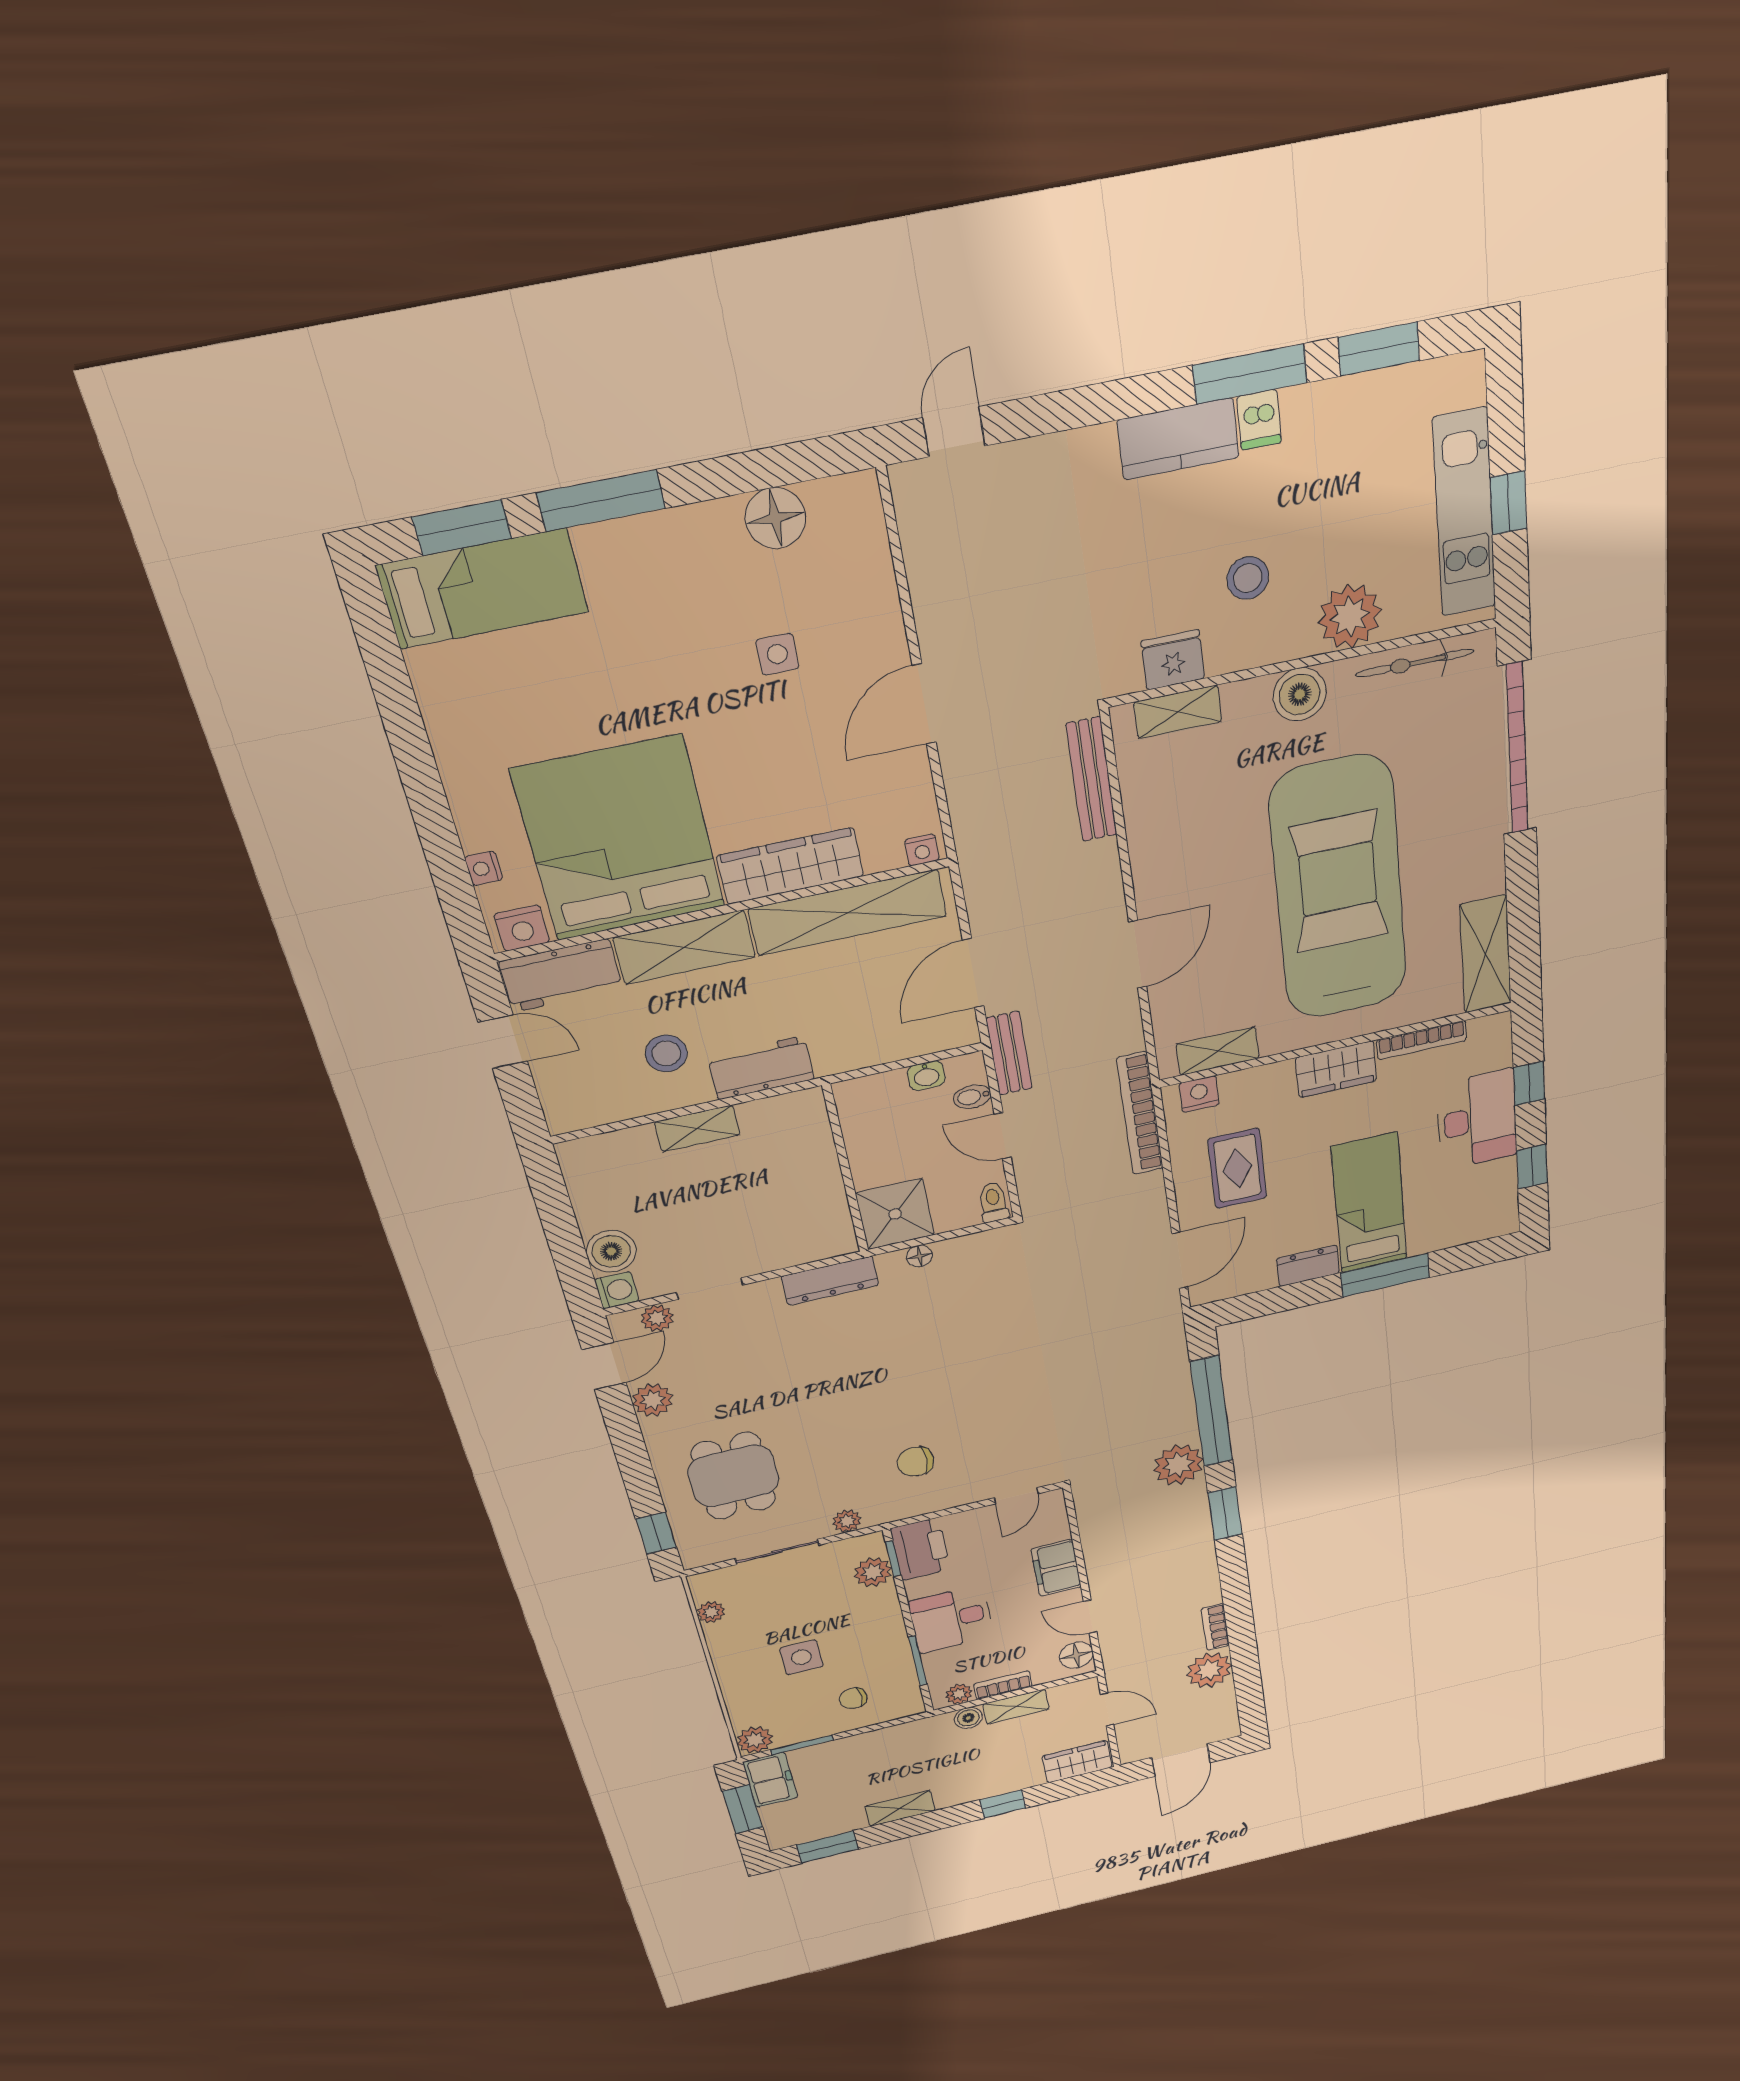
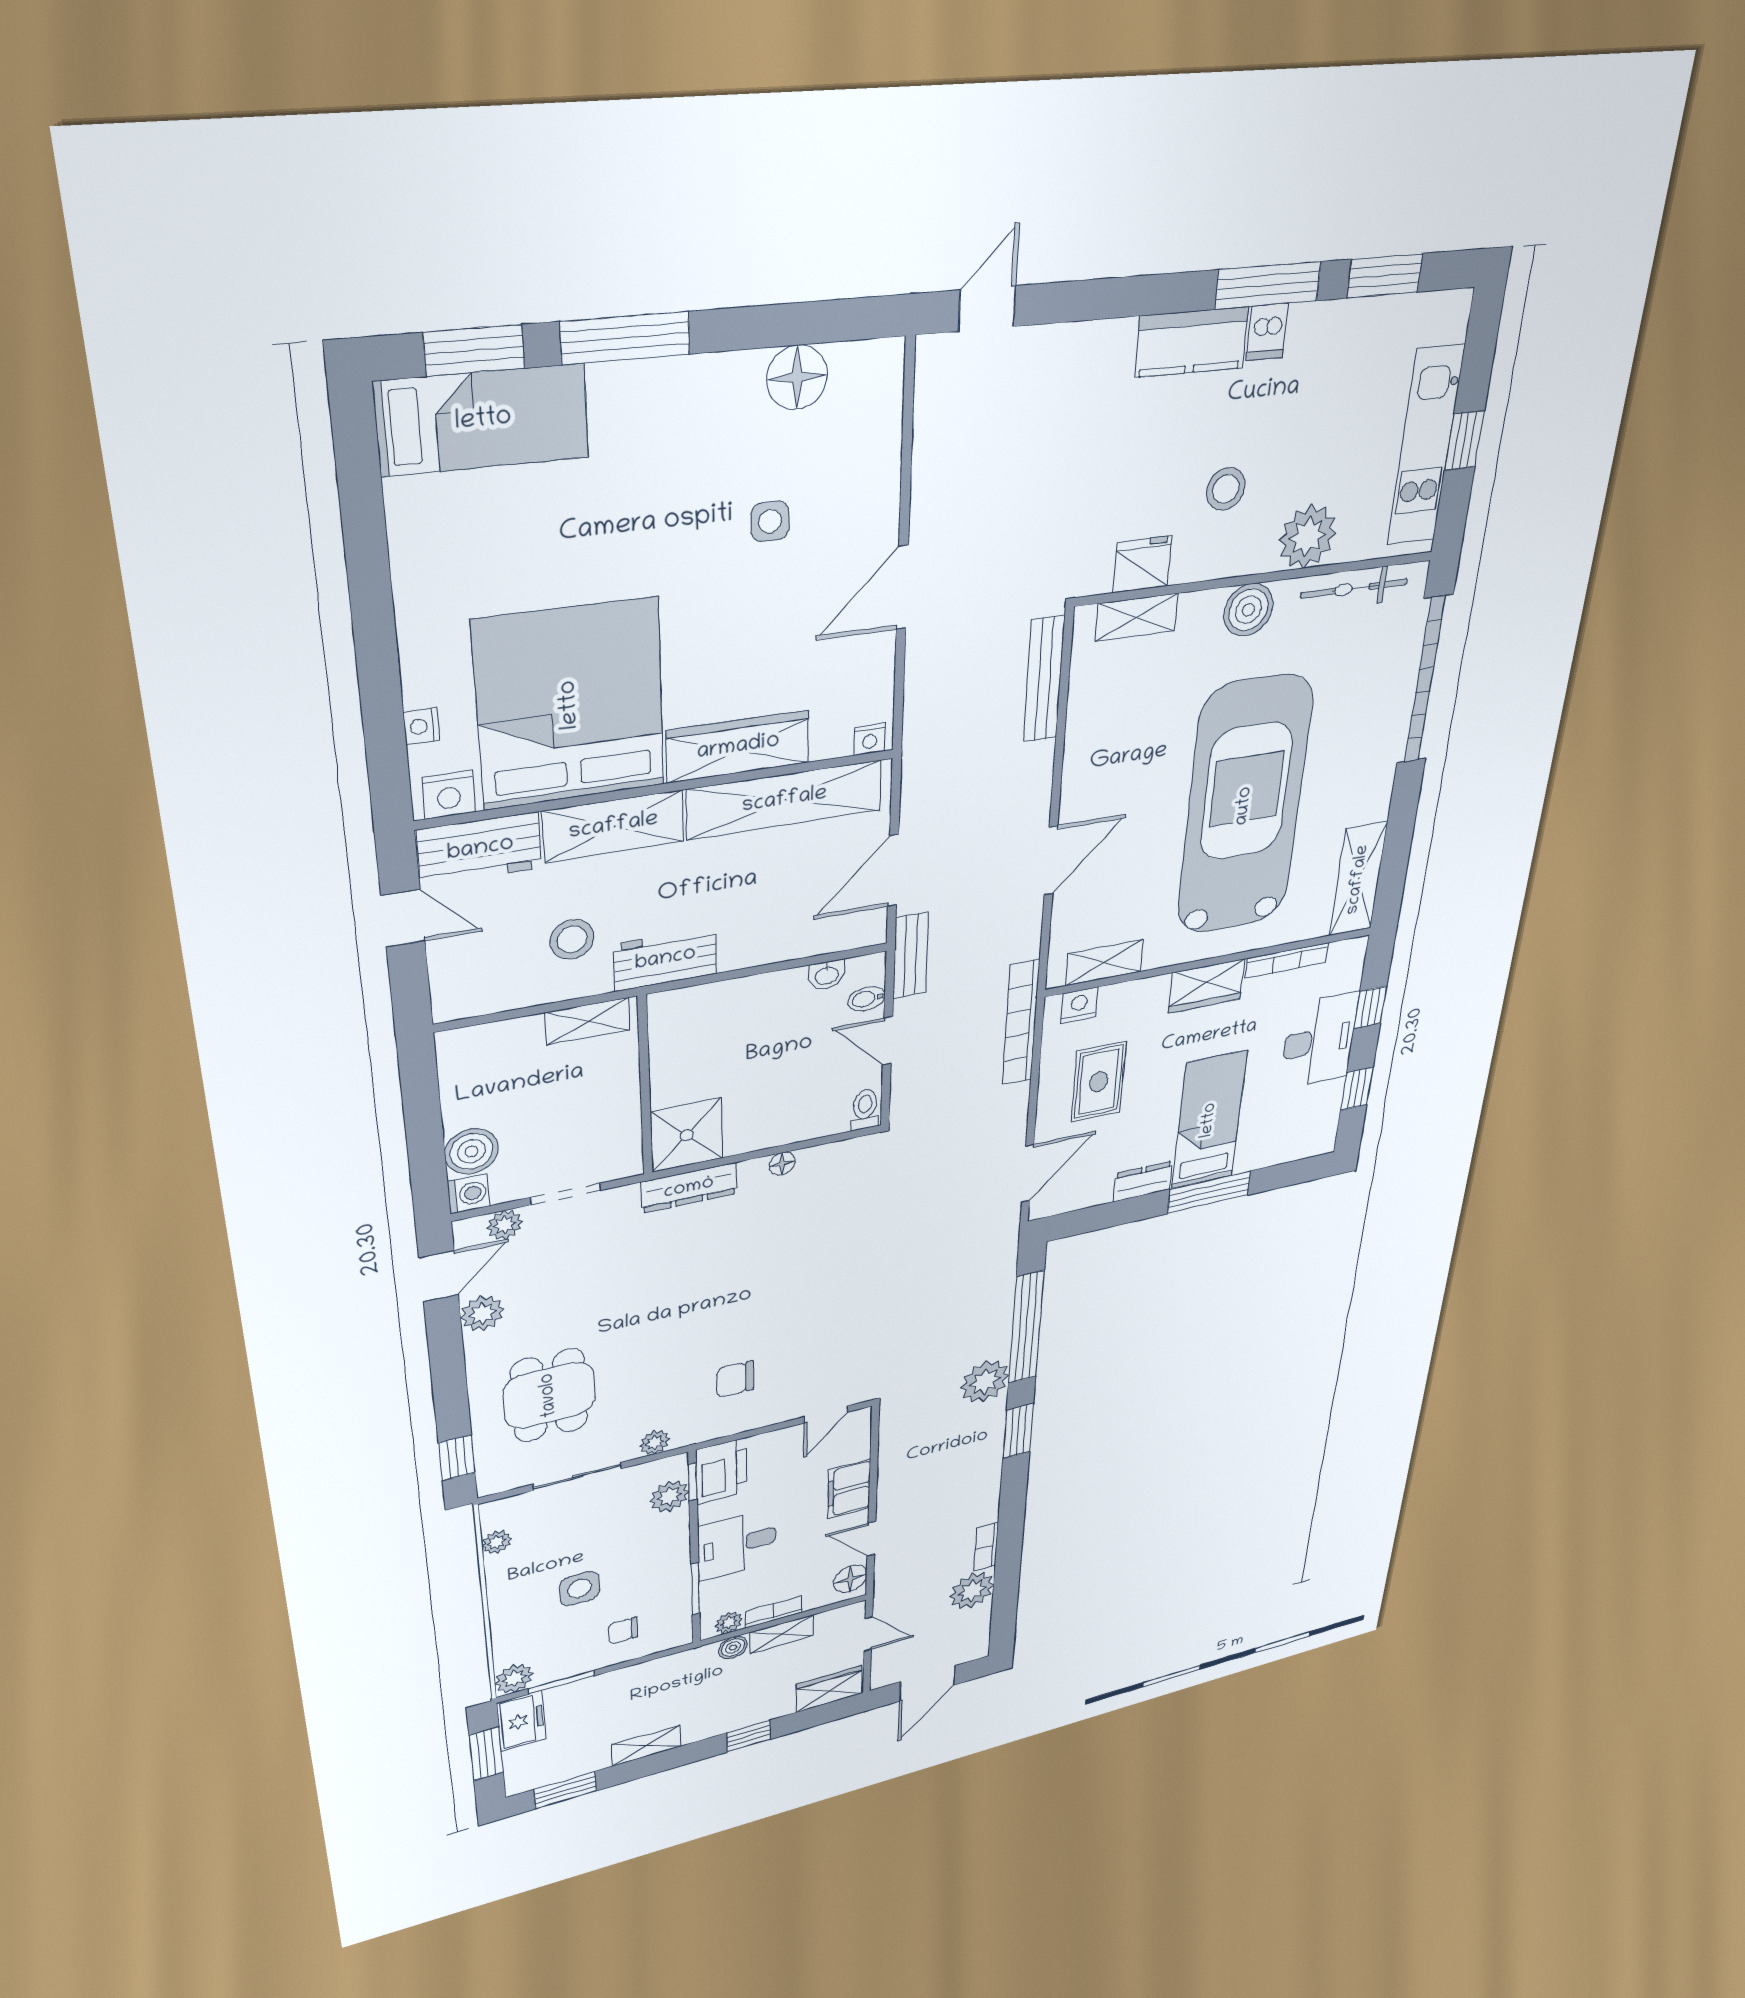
wall: (845, 1169) -> (645, 1086), moved
shower: (895, 1214) -> (687, 1135), moved

